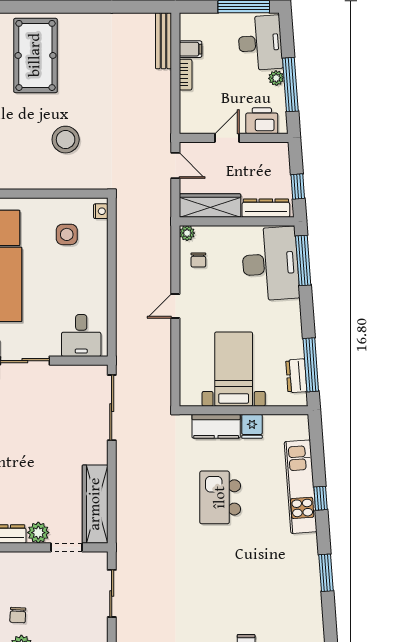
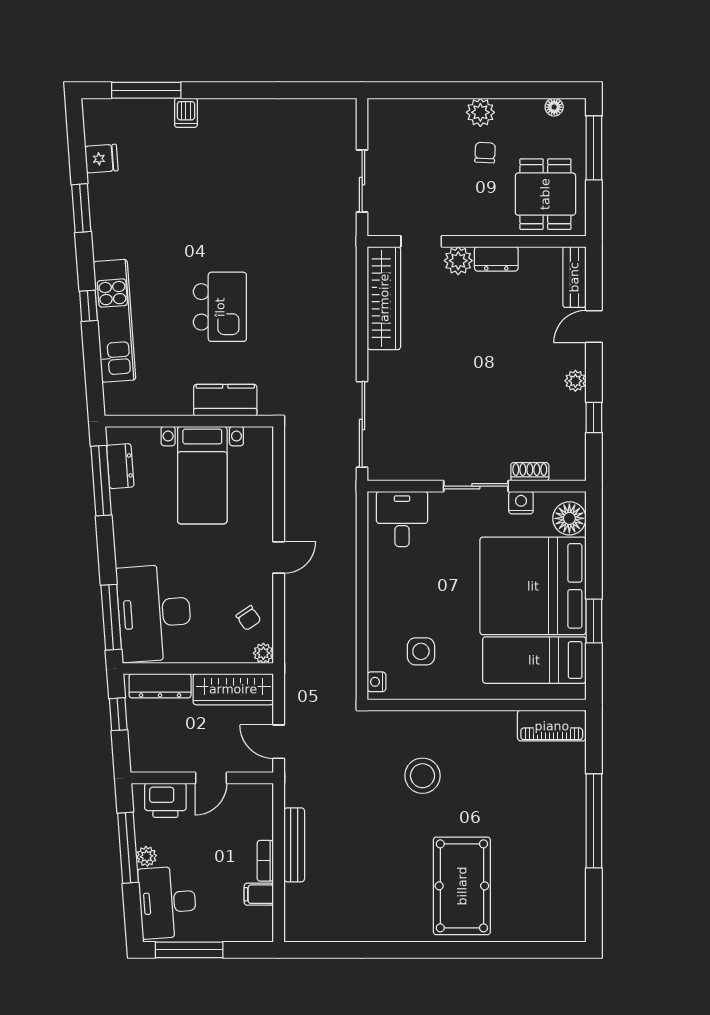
bench: (163, 41) -> (294, 845), moved
chair: (198, 260) -> (248, 618), turned 146
fridge: (252, 426) -> (101, 159), moved, turned 86

